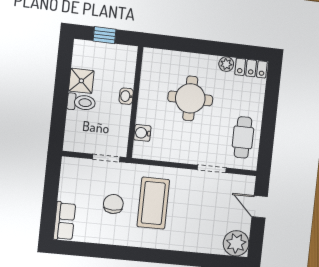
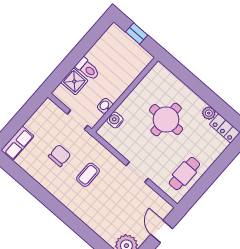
shower: (81, 81) -> (74, 81), moved
washbasin: (126, 96) -> (105, 106), moved
doorway: (212, 169) -> (137, 172), moved
coffee table: (153, 203) -> (88, 175), width x0.54, depth x0.58

